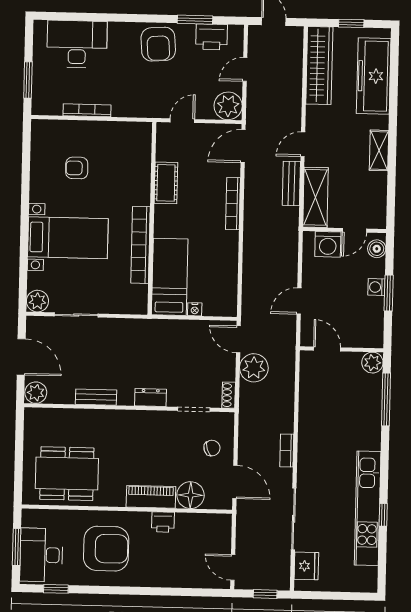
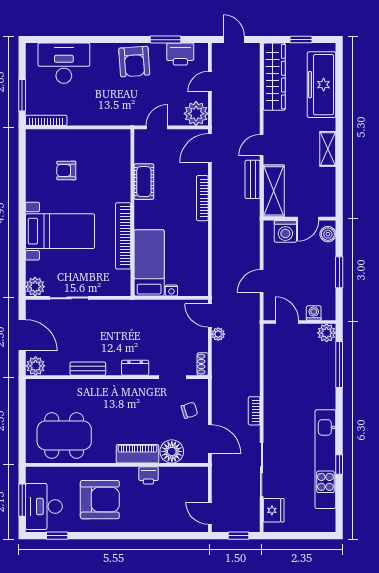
bookcase: (87, 110) -> (46, 120), moved
washing machine: (376, 287) -> (314, 313), moved, turned 90
plant: (254, 368) -> (218, 334), width x0.53, depth x0.53

